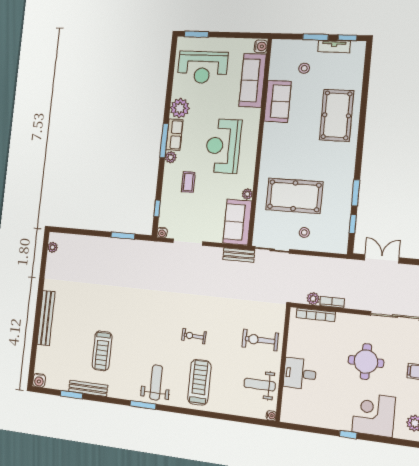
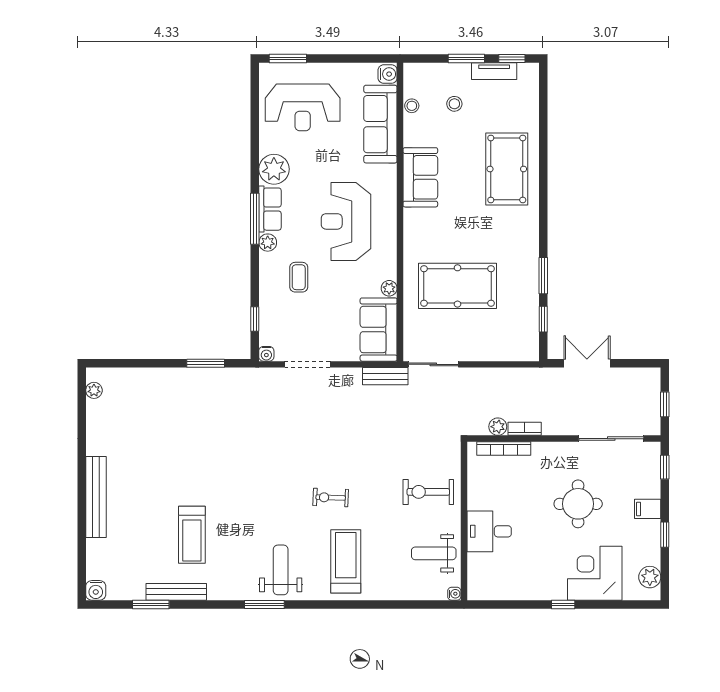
sofa: (278, 101) -> (420, 177), moved
stool: (304, 233) -> (412, 106), moved

